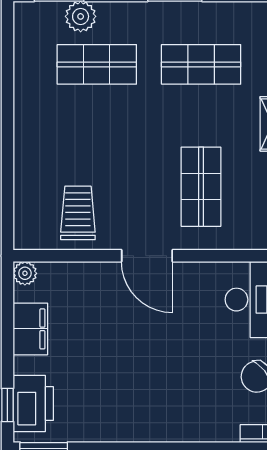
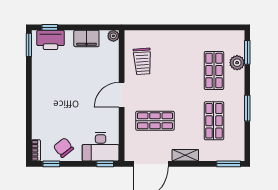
trolley: (78, 213) -> (142, 61), turned 86

